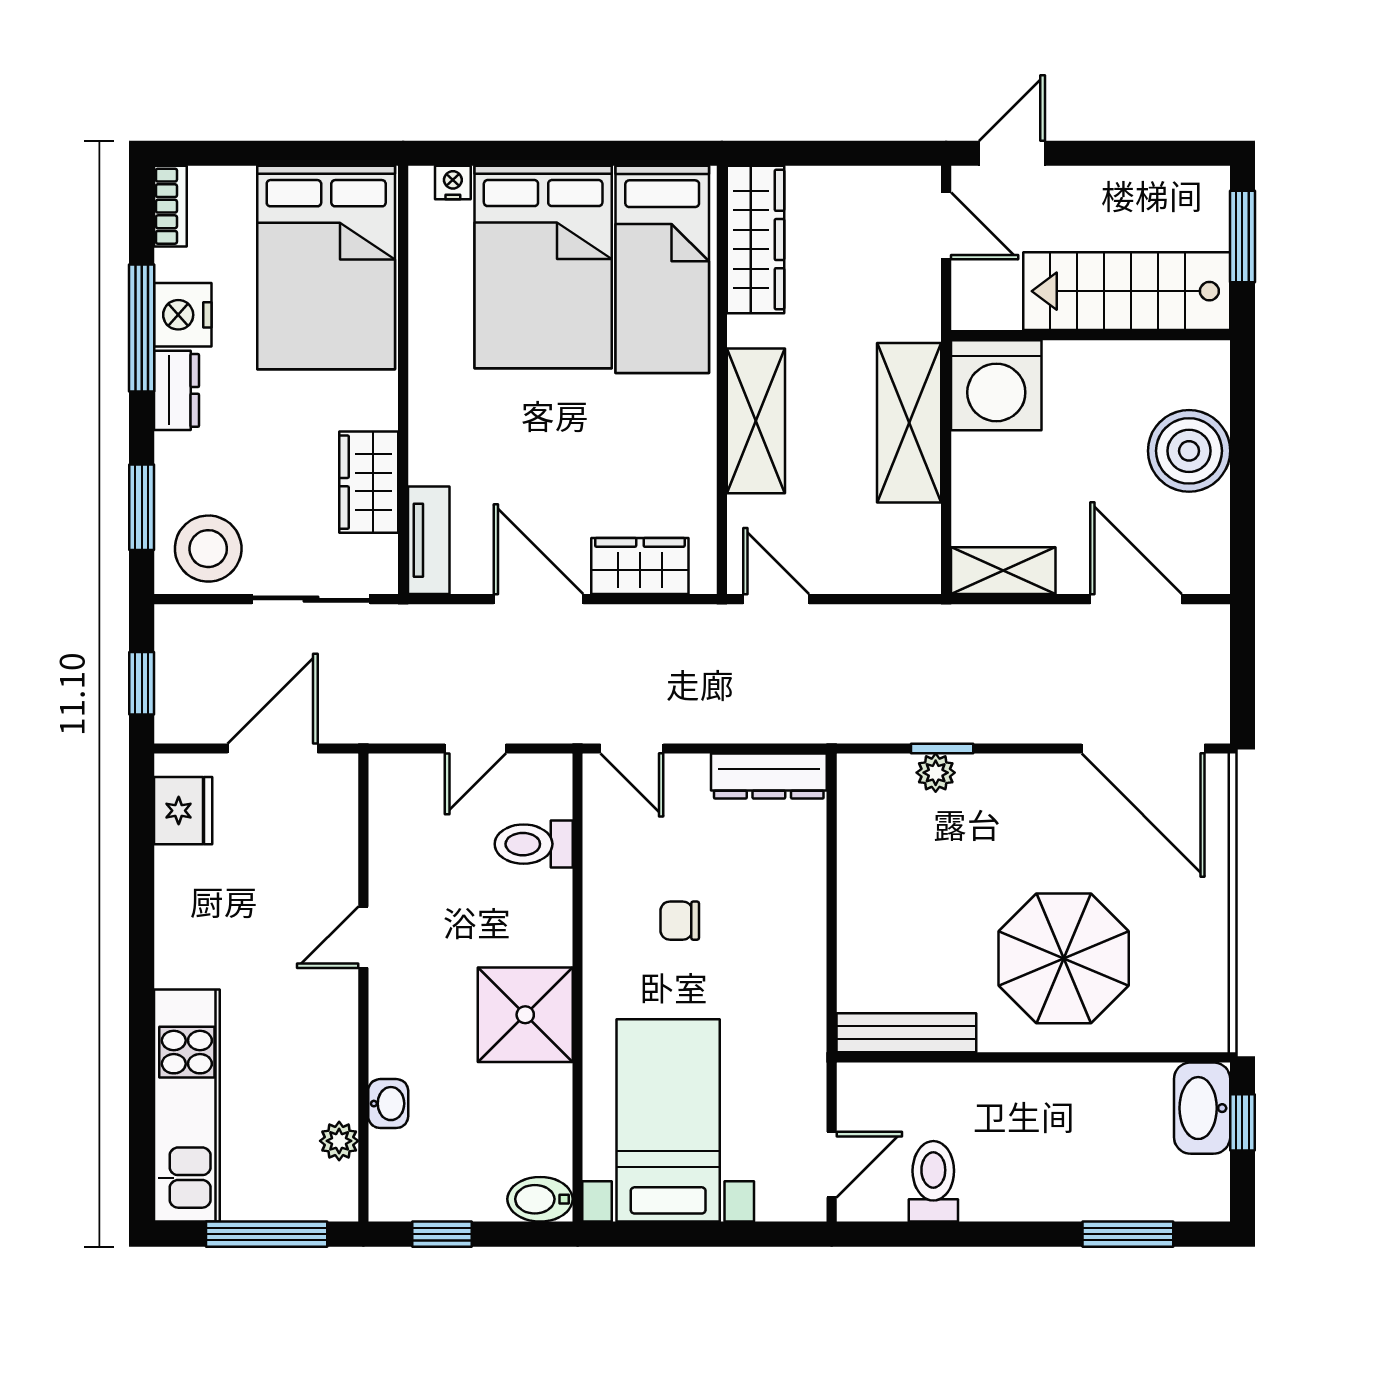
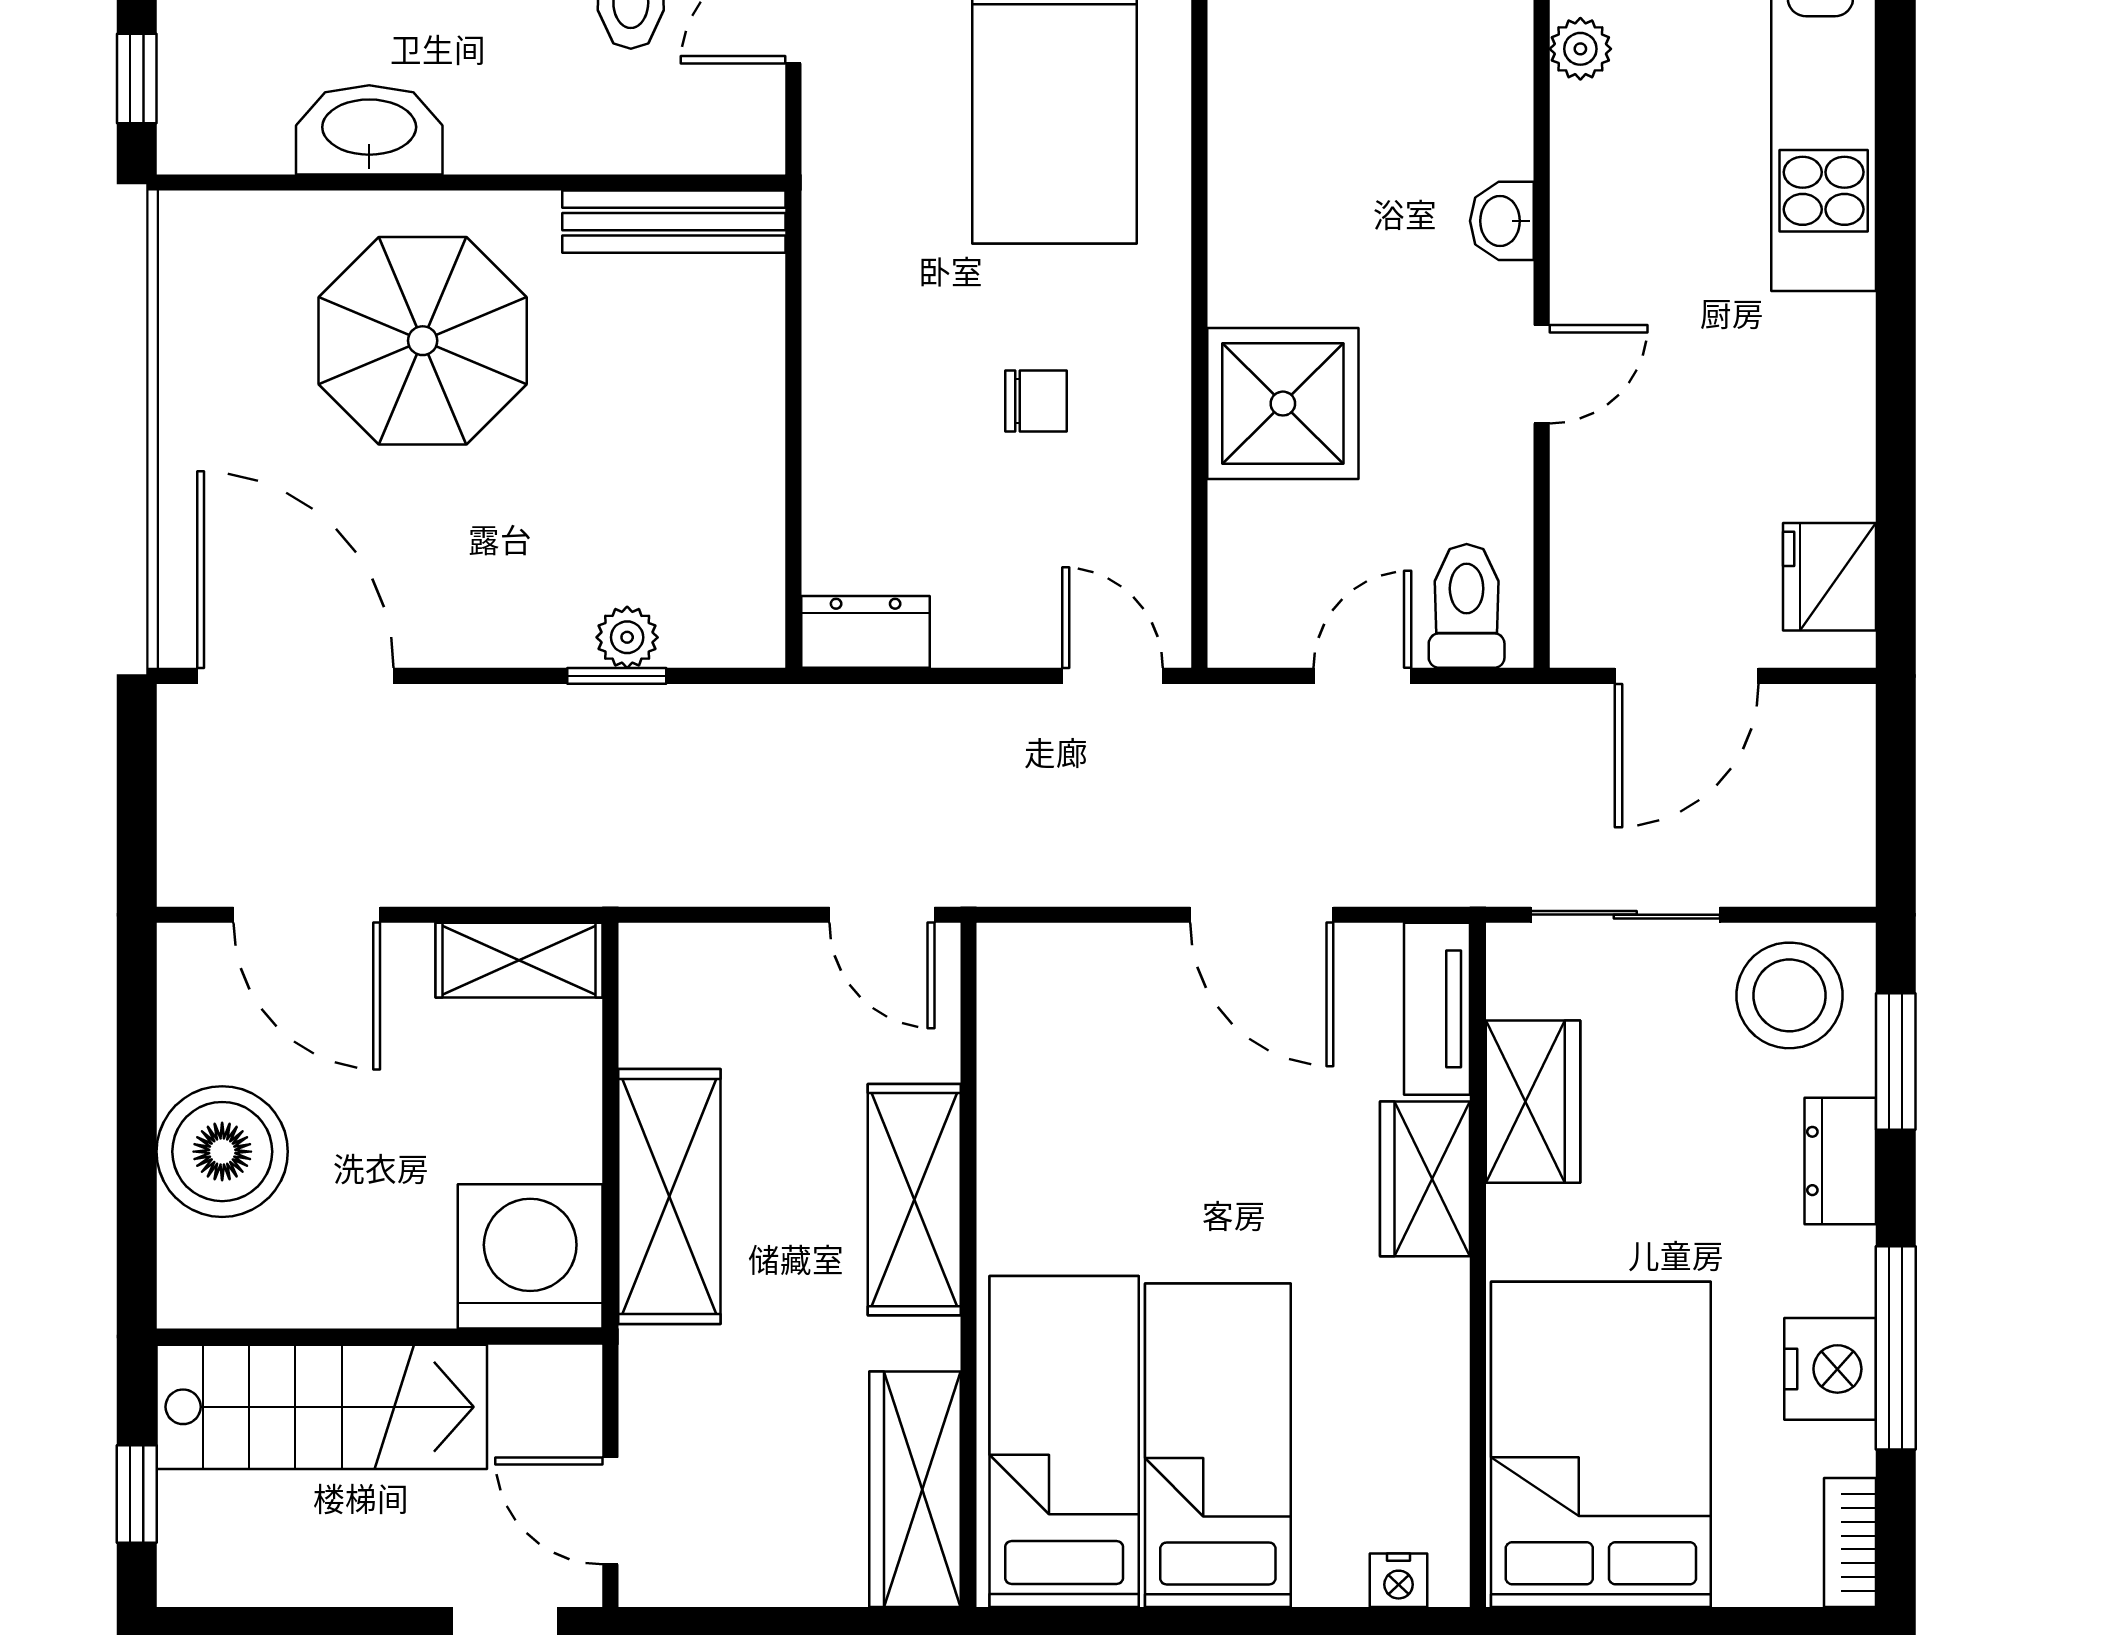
window: (1242, 237) -> (137, 1494), width x0.67
bed: (543, 267) -> (1218, 1445), width x0.67
dresser: (176, 390) -> (1840, 1161), moved
wardrobe: (640, 566) -> (1425, 1179), moved, turned 90
window: (142, 683) -> (1896, 780), removed
dresser: (769, 776) -> (866, 632), width x0.70
toilet: (534, 844) -> (1467, 606), moved, turned -90
shower: (525, 1015) -> (1283, 404), moved
washbasin: (388, 1104) -> (1502, 221), moved
washbasin: (1202, 1108) -> (369, 130), moved, turned -90

